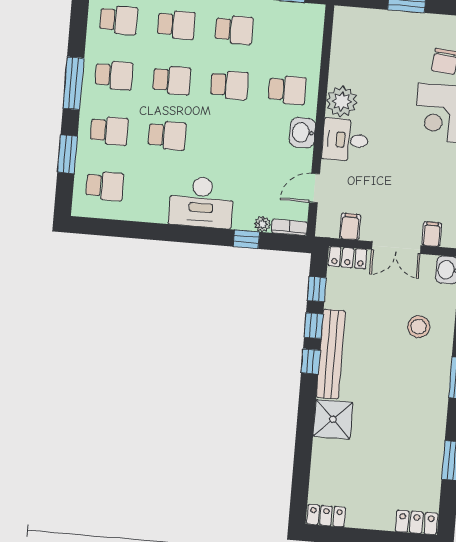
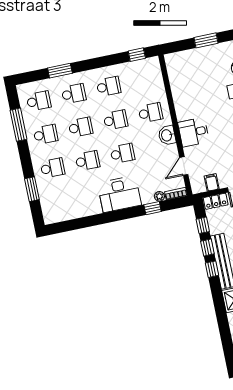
window: (73, 83) -> (19, 125), moved
plant: (342, 101) -> (185, 110), removed
school desk: (105, 186) -> (122, 153), moved

